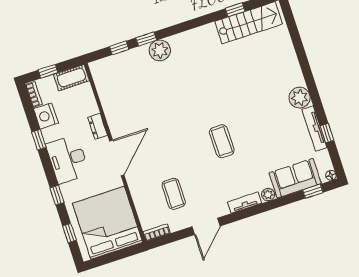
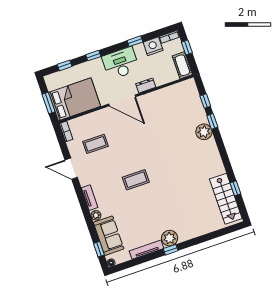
window: (327, 133) -> (171, 250), moved
bed: (108, 223) -> (75, 99), width x0.73
window: (119, 255) -> (49, 103), added

